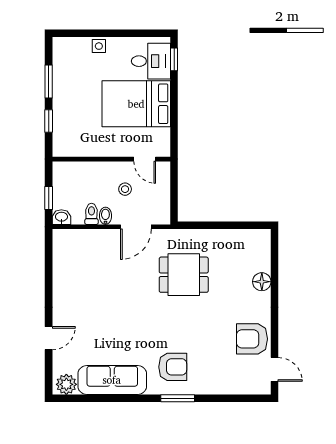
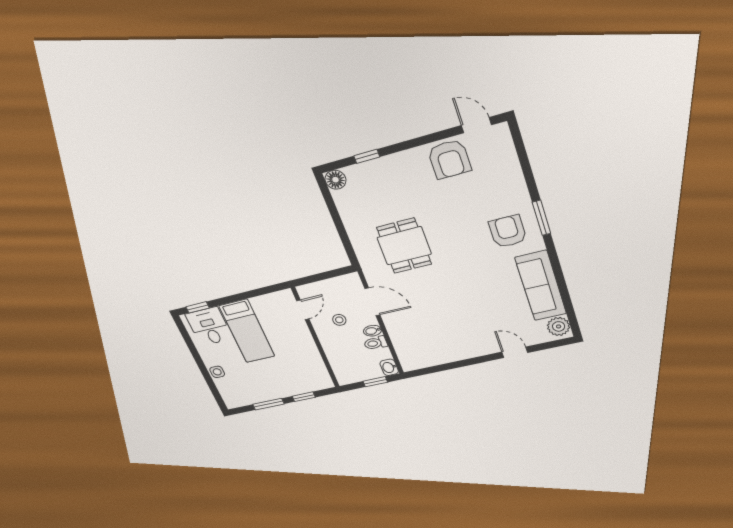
bed: (136, 104) -> (247, 331), width x0.67
window: (275, 272) -> (367, 156), added
floor lamp: (262, 282) -> (335, 180), moved
door: (275, 369) -> (476, 125), hinge flipped

